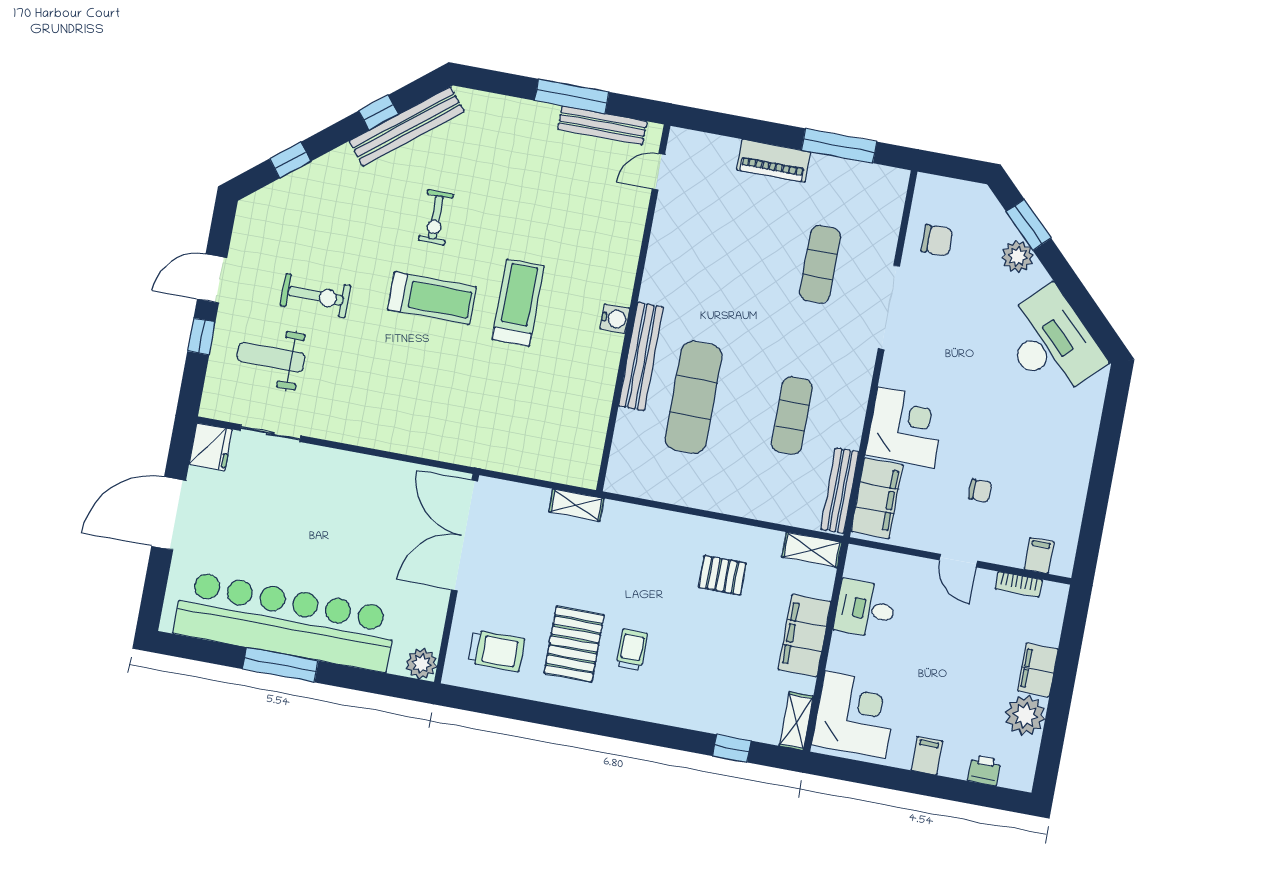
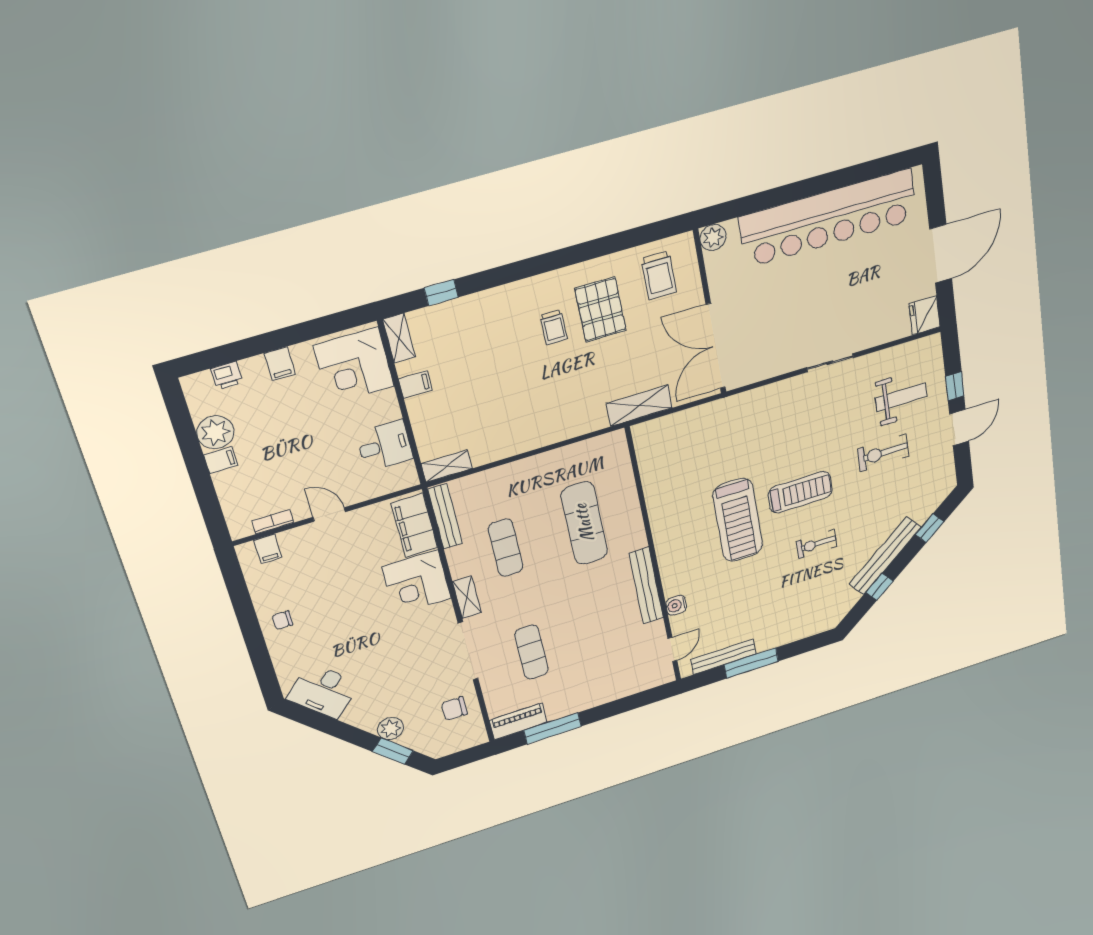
bench: (407, 126) -> (885, 556), moved
piano: (774, 161) -> (518, 721), moved
exercise bike: (436, 217) -> (817, 544), turned -90
treadmill: (432, 298) -> (800, 492), turned 180
treadmill: (518, 303) -> (738, 520), width x1.37, depth x1.38
water cooler: (615, 318) -> (676, 605), moved
desk: (1051, 343) -> (323, 691), width x0.73, depth x0.77
bench: (641, 356) -> (646, 586), moved
shelving: (860, 377) -> (467, 597), added
sliding door: (270, 433) -> (830, 363), moved
chair: (980, 491) -> (282, 620), moved
shelving: (576, 505) -> (639, 406), width x1.50, depth x1.33
double door: (465, 536) -> (716, 346), swing flipped
pallet: (722, 575) -> (507, 415), removed
filing cabinet: (805, 636) -> (415, 384), width x0.33, depth x0.86
trolley: (496, 651) -> (659, 275), turned -90
window: (280, 665) -> (821, 184), removed
filing cabinet: (1038, 670) -> (221, 460), width x0.50

